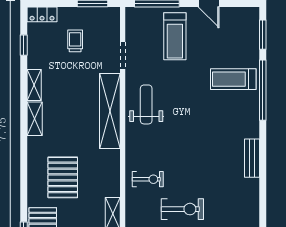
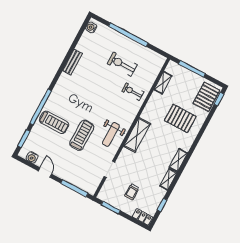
water cooler: (238, 15) -> (32, 157), added
treadmill: (175, 36) -> (82, 135), moved
shelving: (110, 111) -> (137, 135), width x0.68
bench: (252, 158) -> (73, 62), moved
pallet: (63, 177) -> (180, 118), turned 90

